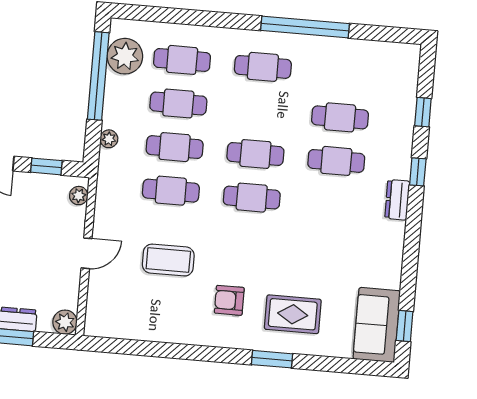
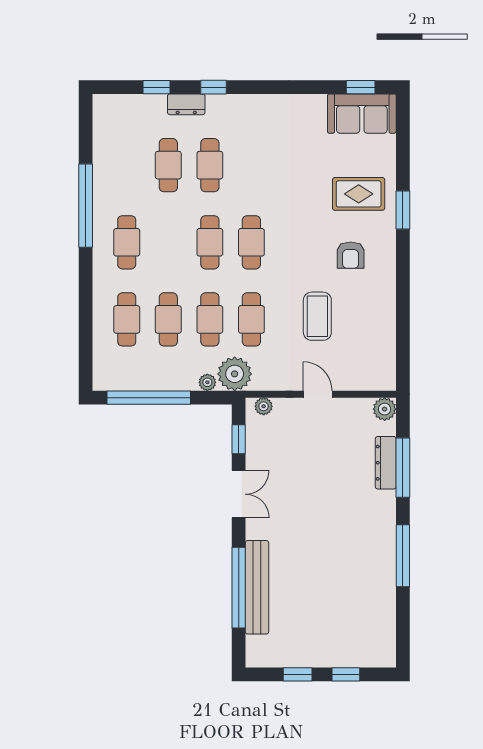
plant: (125, 56) -> (235, 374), moved
dresser: (397, 200) -> (186, 104), moved
rug: (293, 314) -> (359, 194), turned 90

